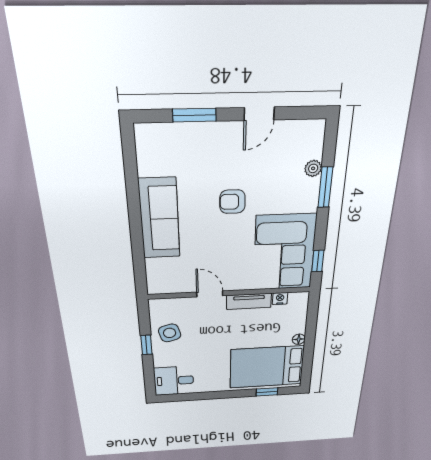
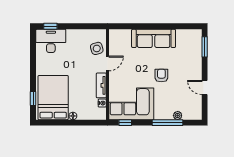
window: (194, 115) -> (205, 47), moved
window: (325, 187) -> (167, 123), width x1.44
side table: (170, 333) -> (97, 48), moved
window: (146, 345) -> (50, 26), moved
desk: (174, 381) -> (51, 41), width x1.37

